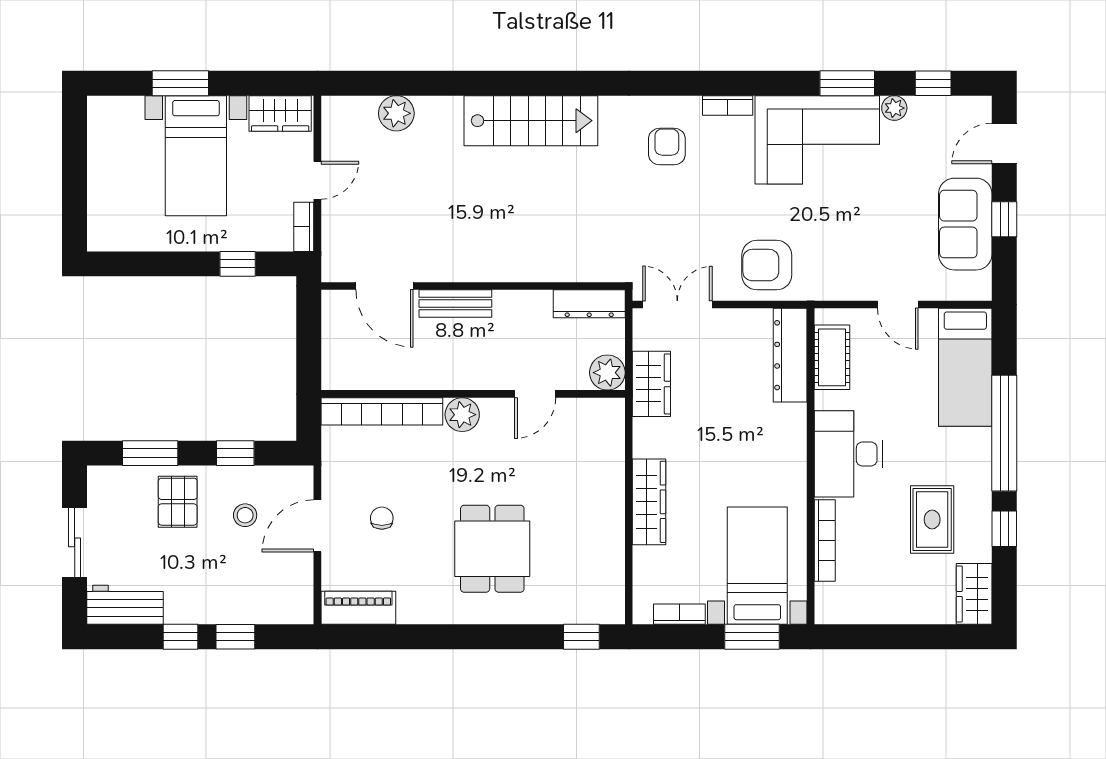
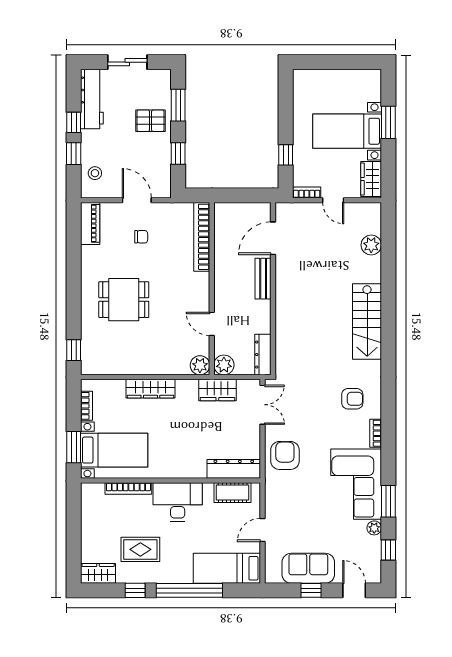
plant: (462, 415) -> (200, 365), moved
stool: (245, 515) -> (95, 173), moved
workbench: (125, 605) -> (92, 99), width x1.37

